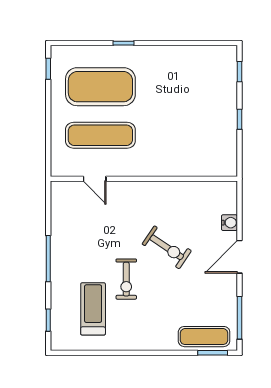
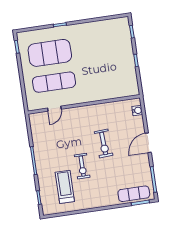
door: (95, 179) -> (54, 109), hinge flipped
water cooler: (229, 223) -> (137, 110), moved
exercise bike: (167, 247) -> (104, 143), turned 53

